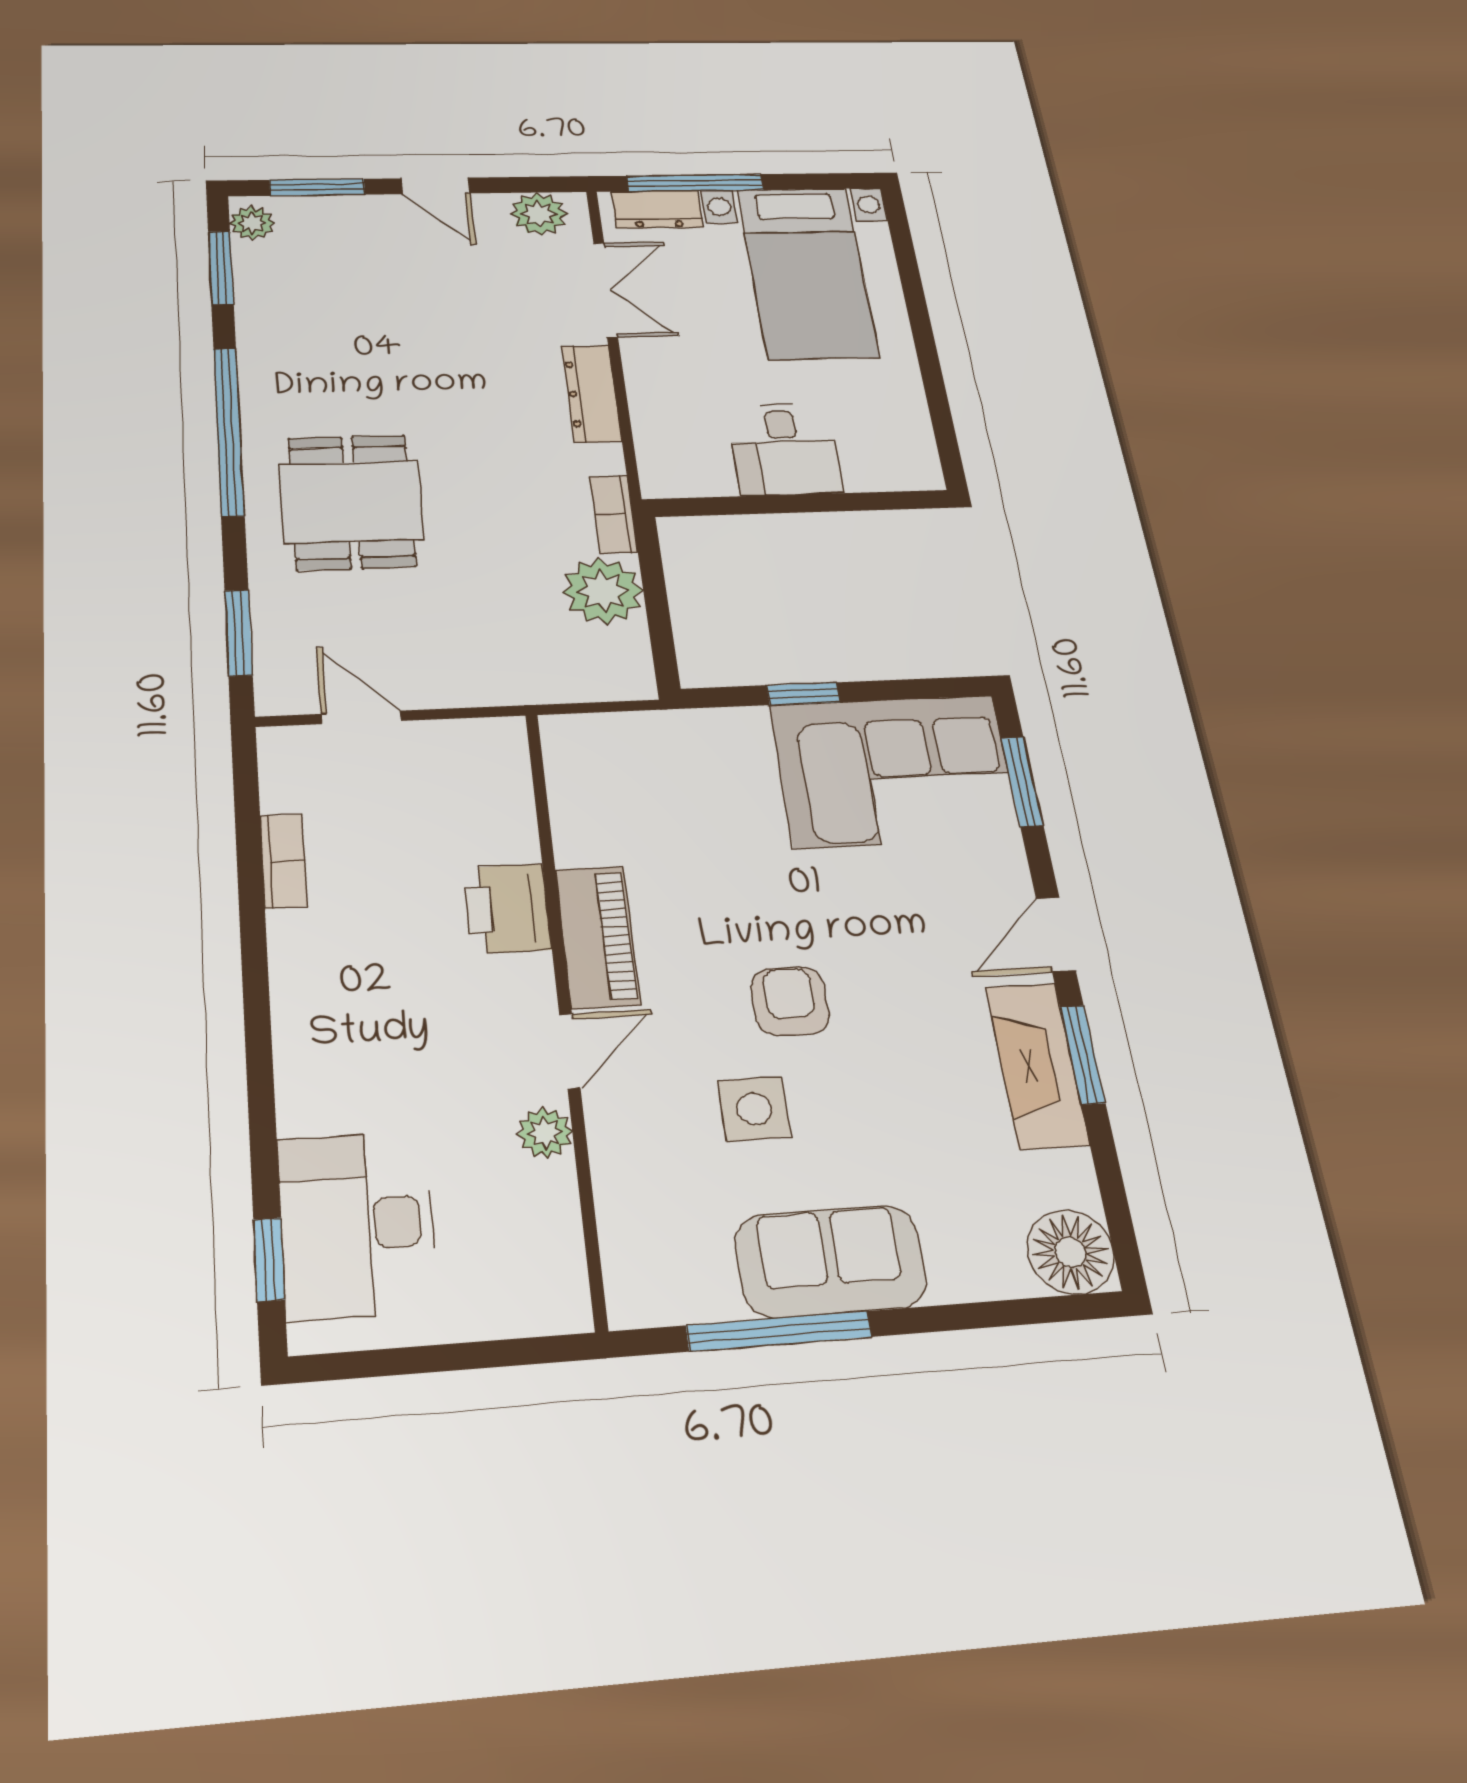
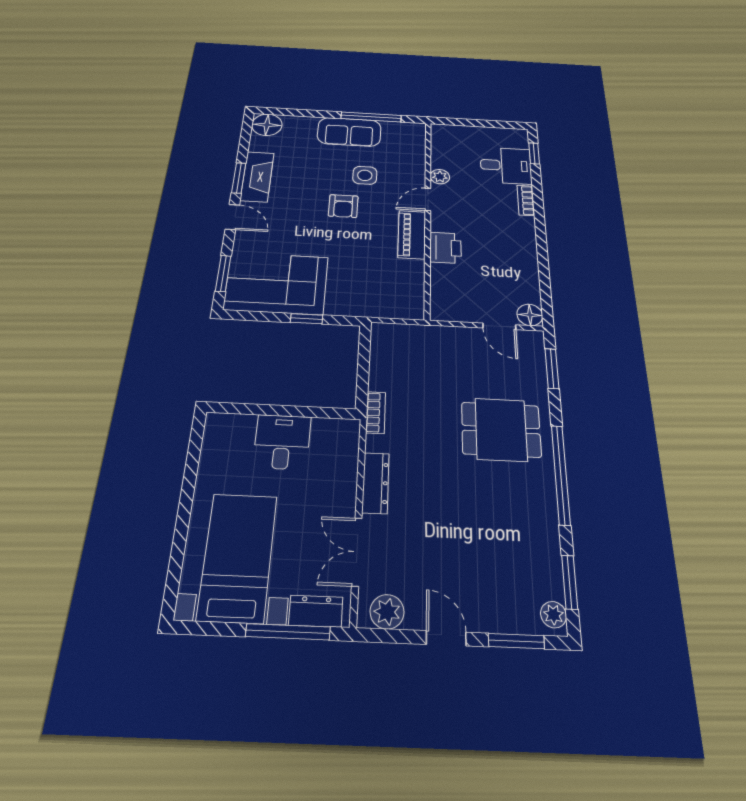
dining table: (351, 502) -> (501, 430), turned 90
plant: (603, 591) -> (387, 374), removed
floor lamp: (288, 752) -> (530, 315), added
bookcase: (283, 861) -> (526, 200), moved
door: (1056, 934) -> (232, 217), hinge flipped
desk: (357, 1225) -> (506, 166), width x0.73

